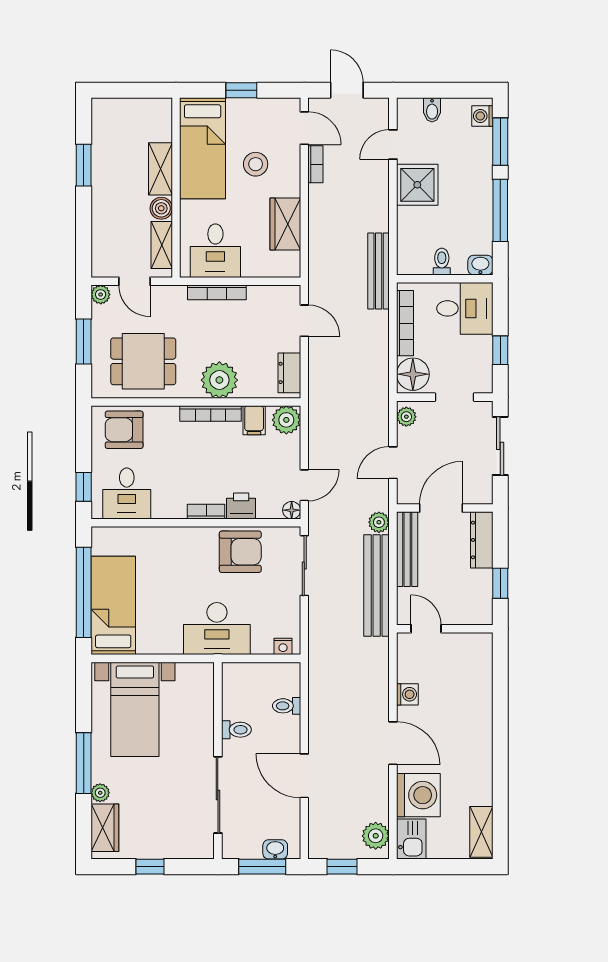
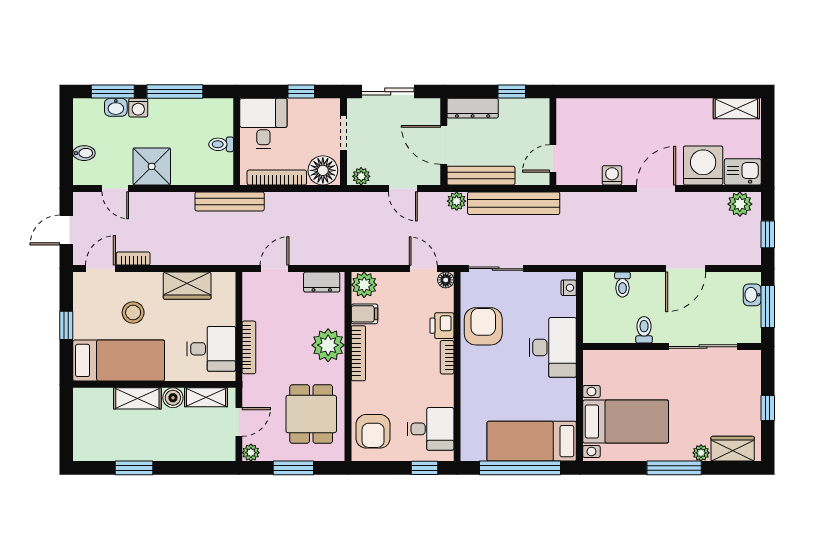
washing machine: (482, 116) -> (138, 108), moved
washbasin: (480, 265) -> (116, 107), moved, turned -90

